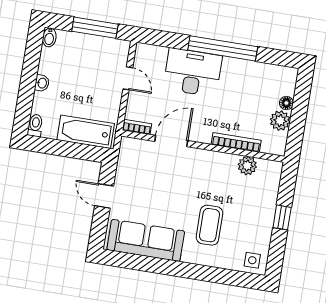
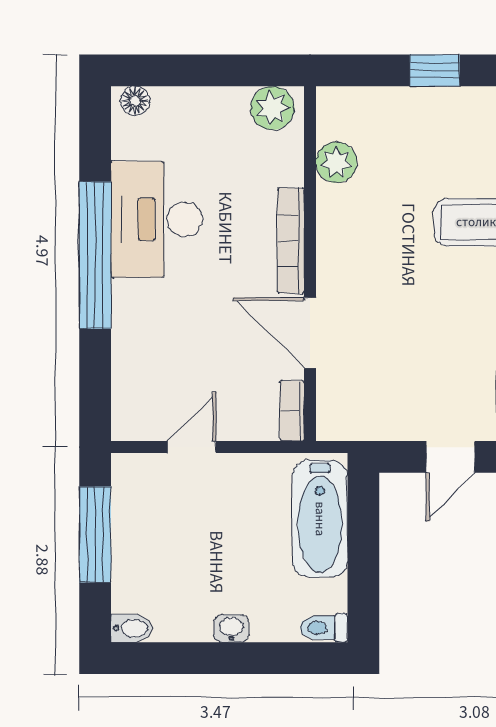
desk: (193, 72) -> (156, 219), moved
floor lamp: (286, 103) -> (135, 101), moved
plant: (280, 121) -> (272, 108), moved
bookcase: (236, 142) -> (291, 240), moved

